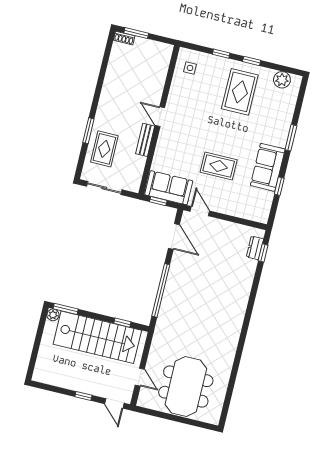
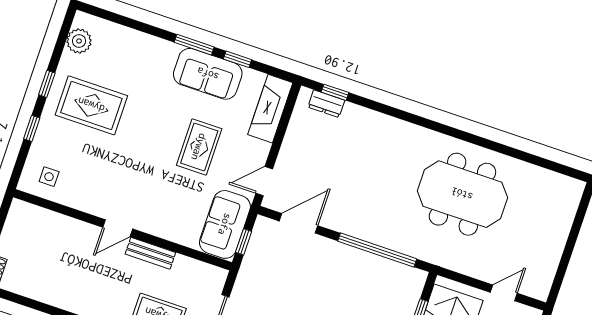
window: (291, 138) -> (194, 45), moved
fireplace: (248, 211) -> (270, 109), added
meeting table: (186, 386) -> (462, 194), moved

